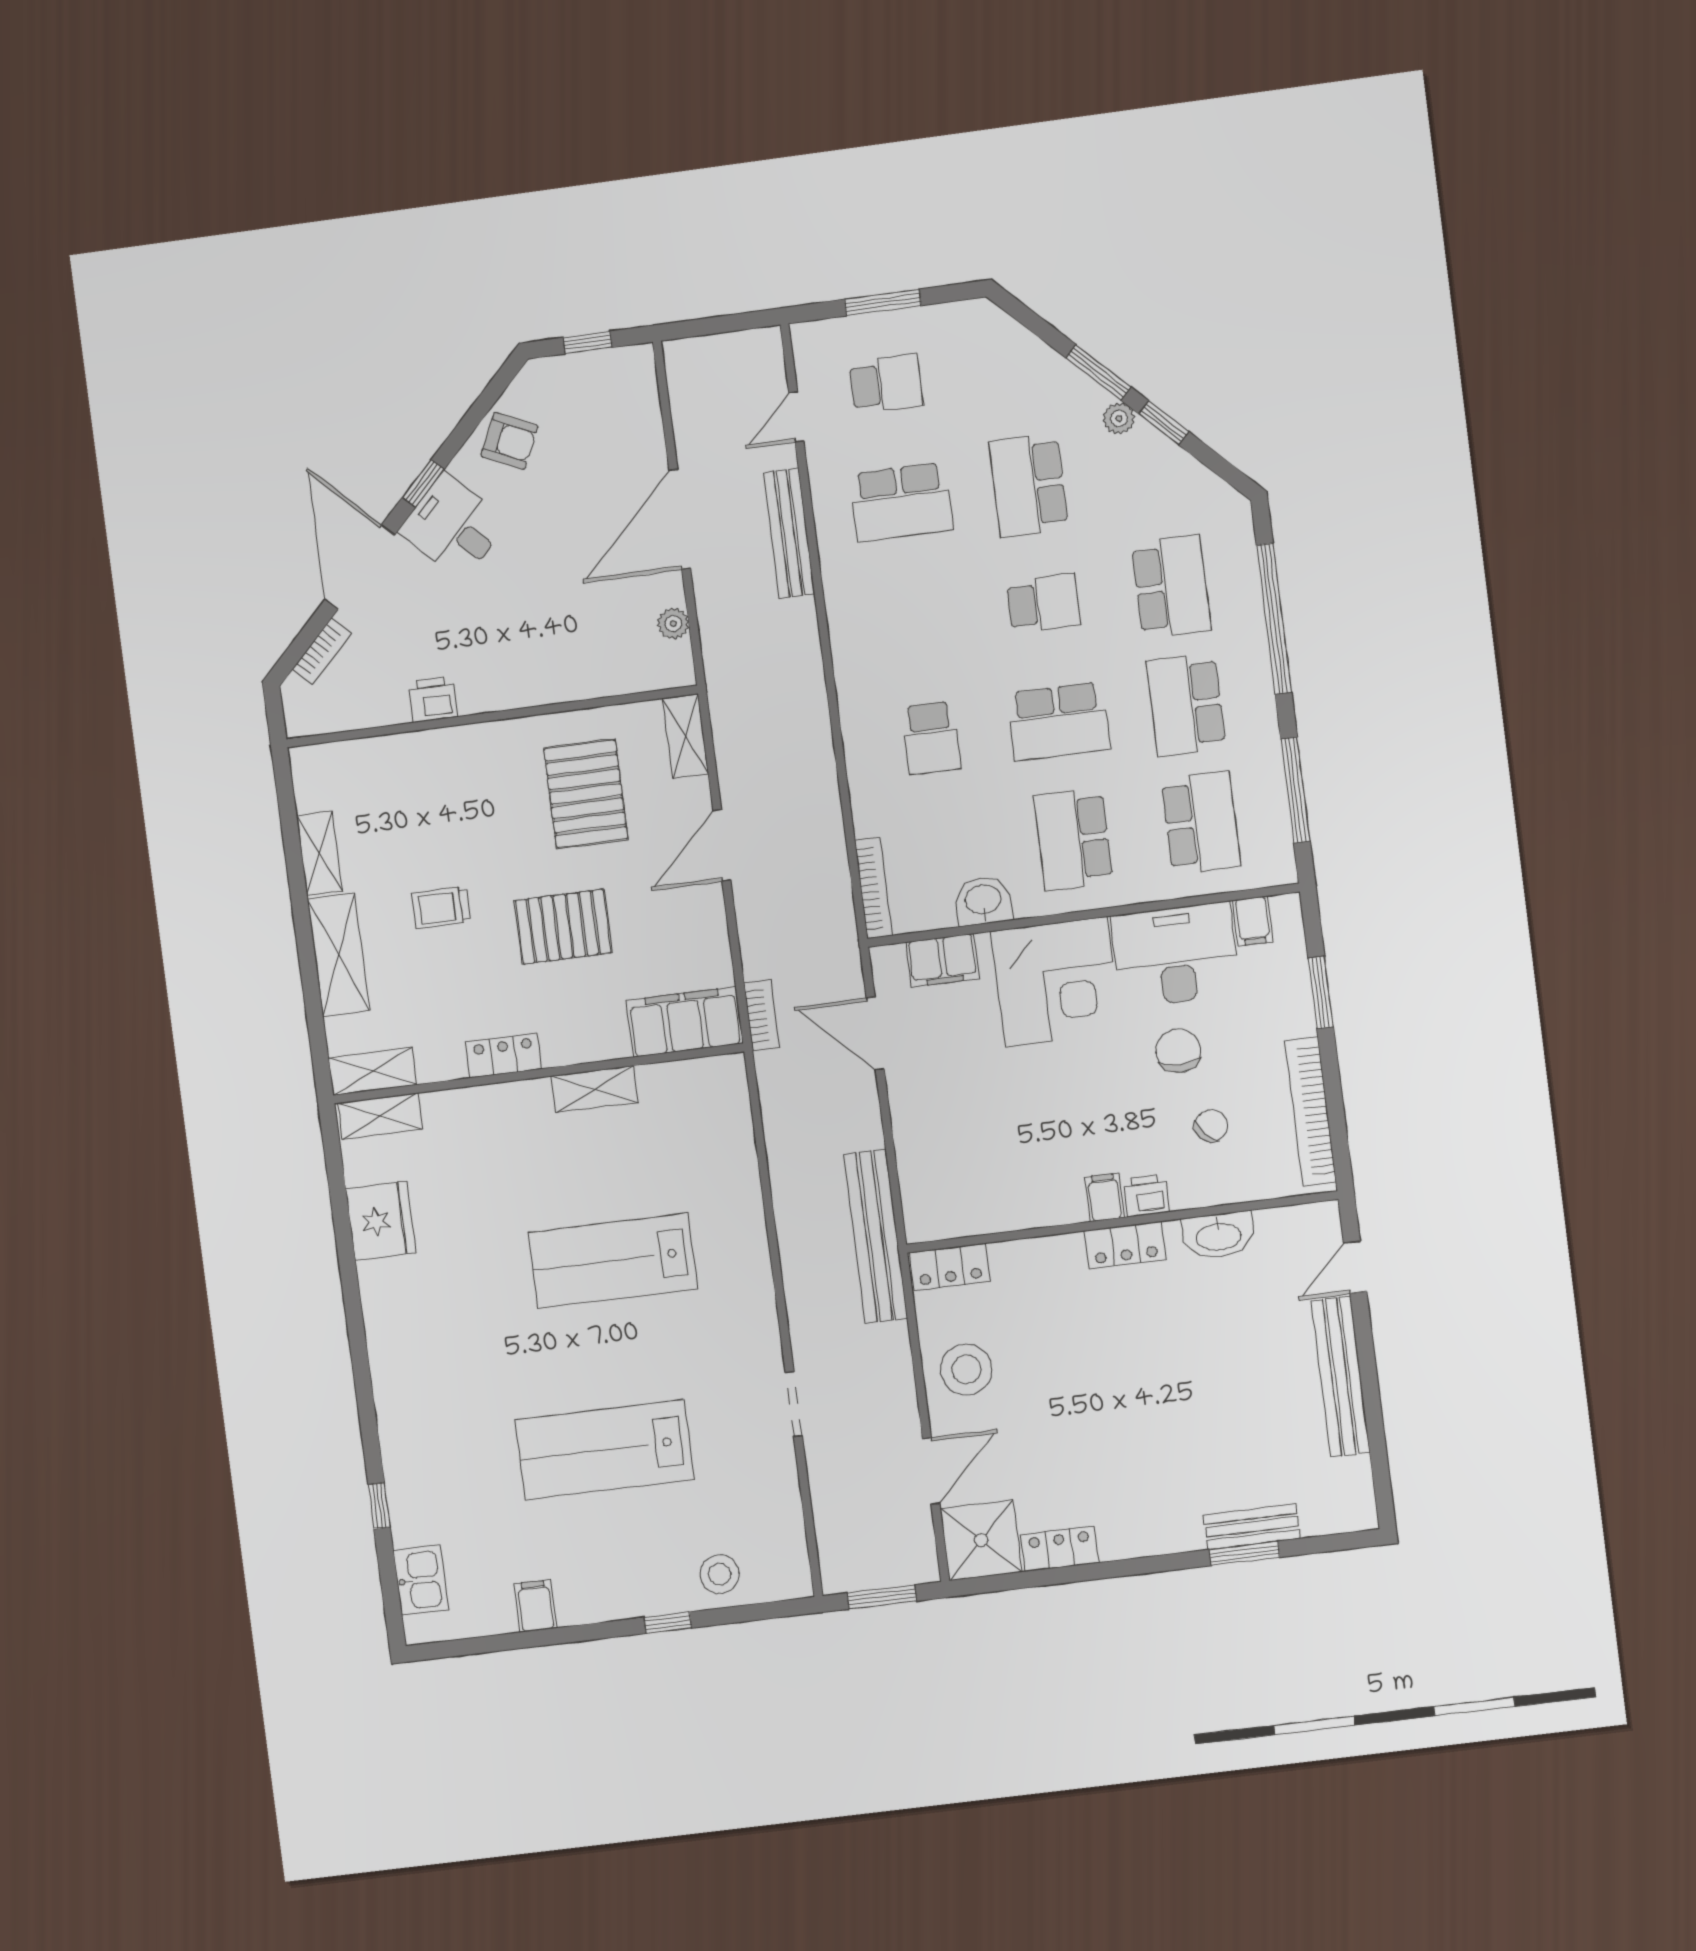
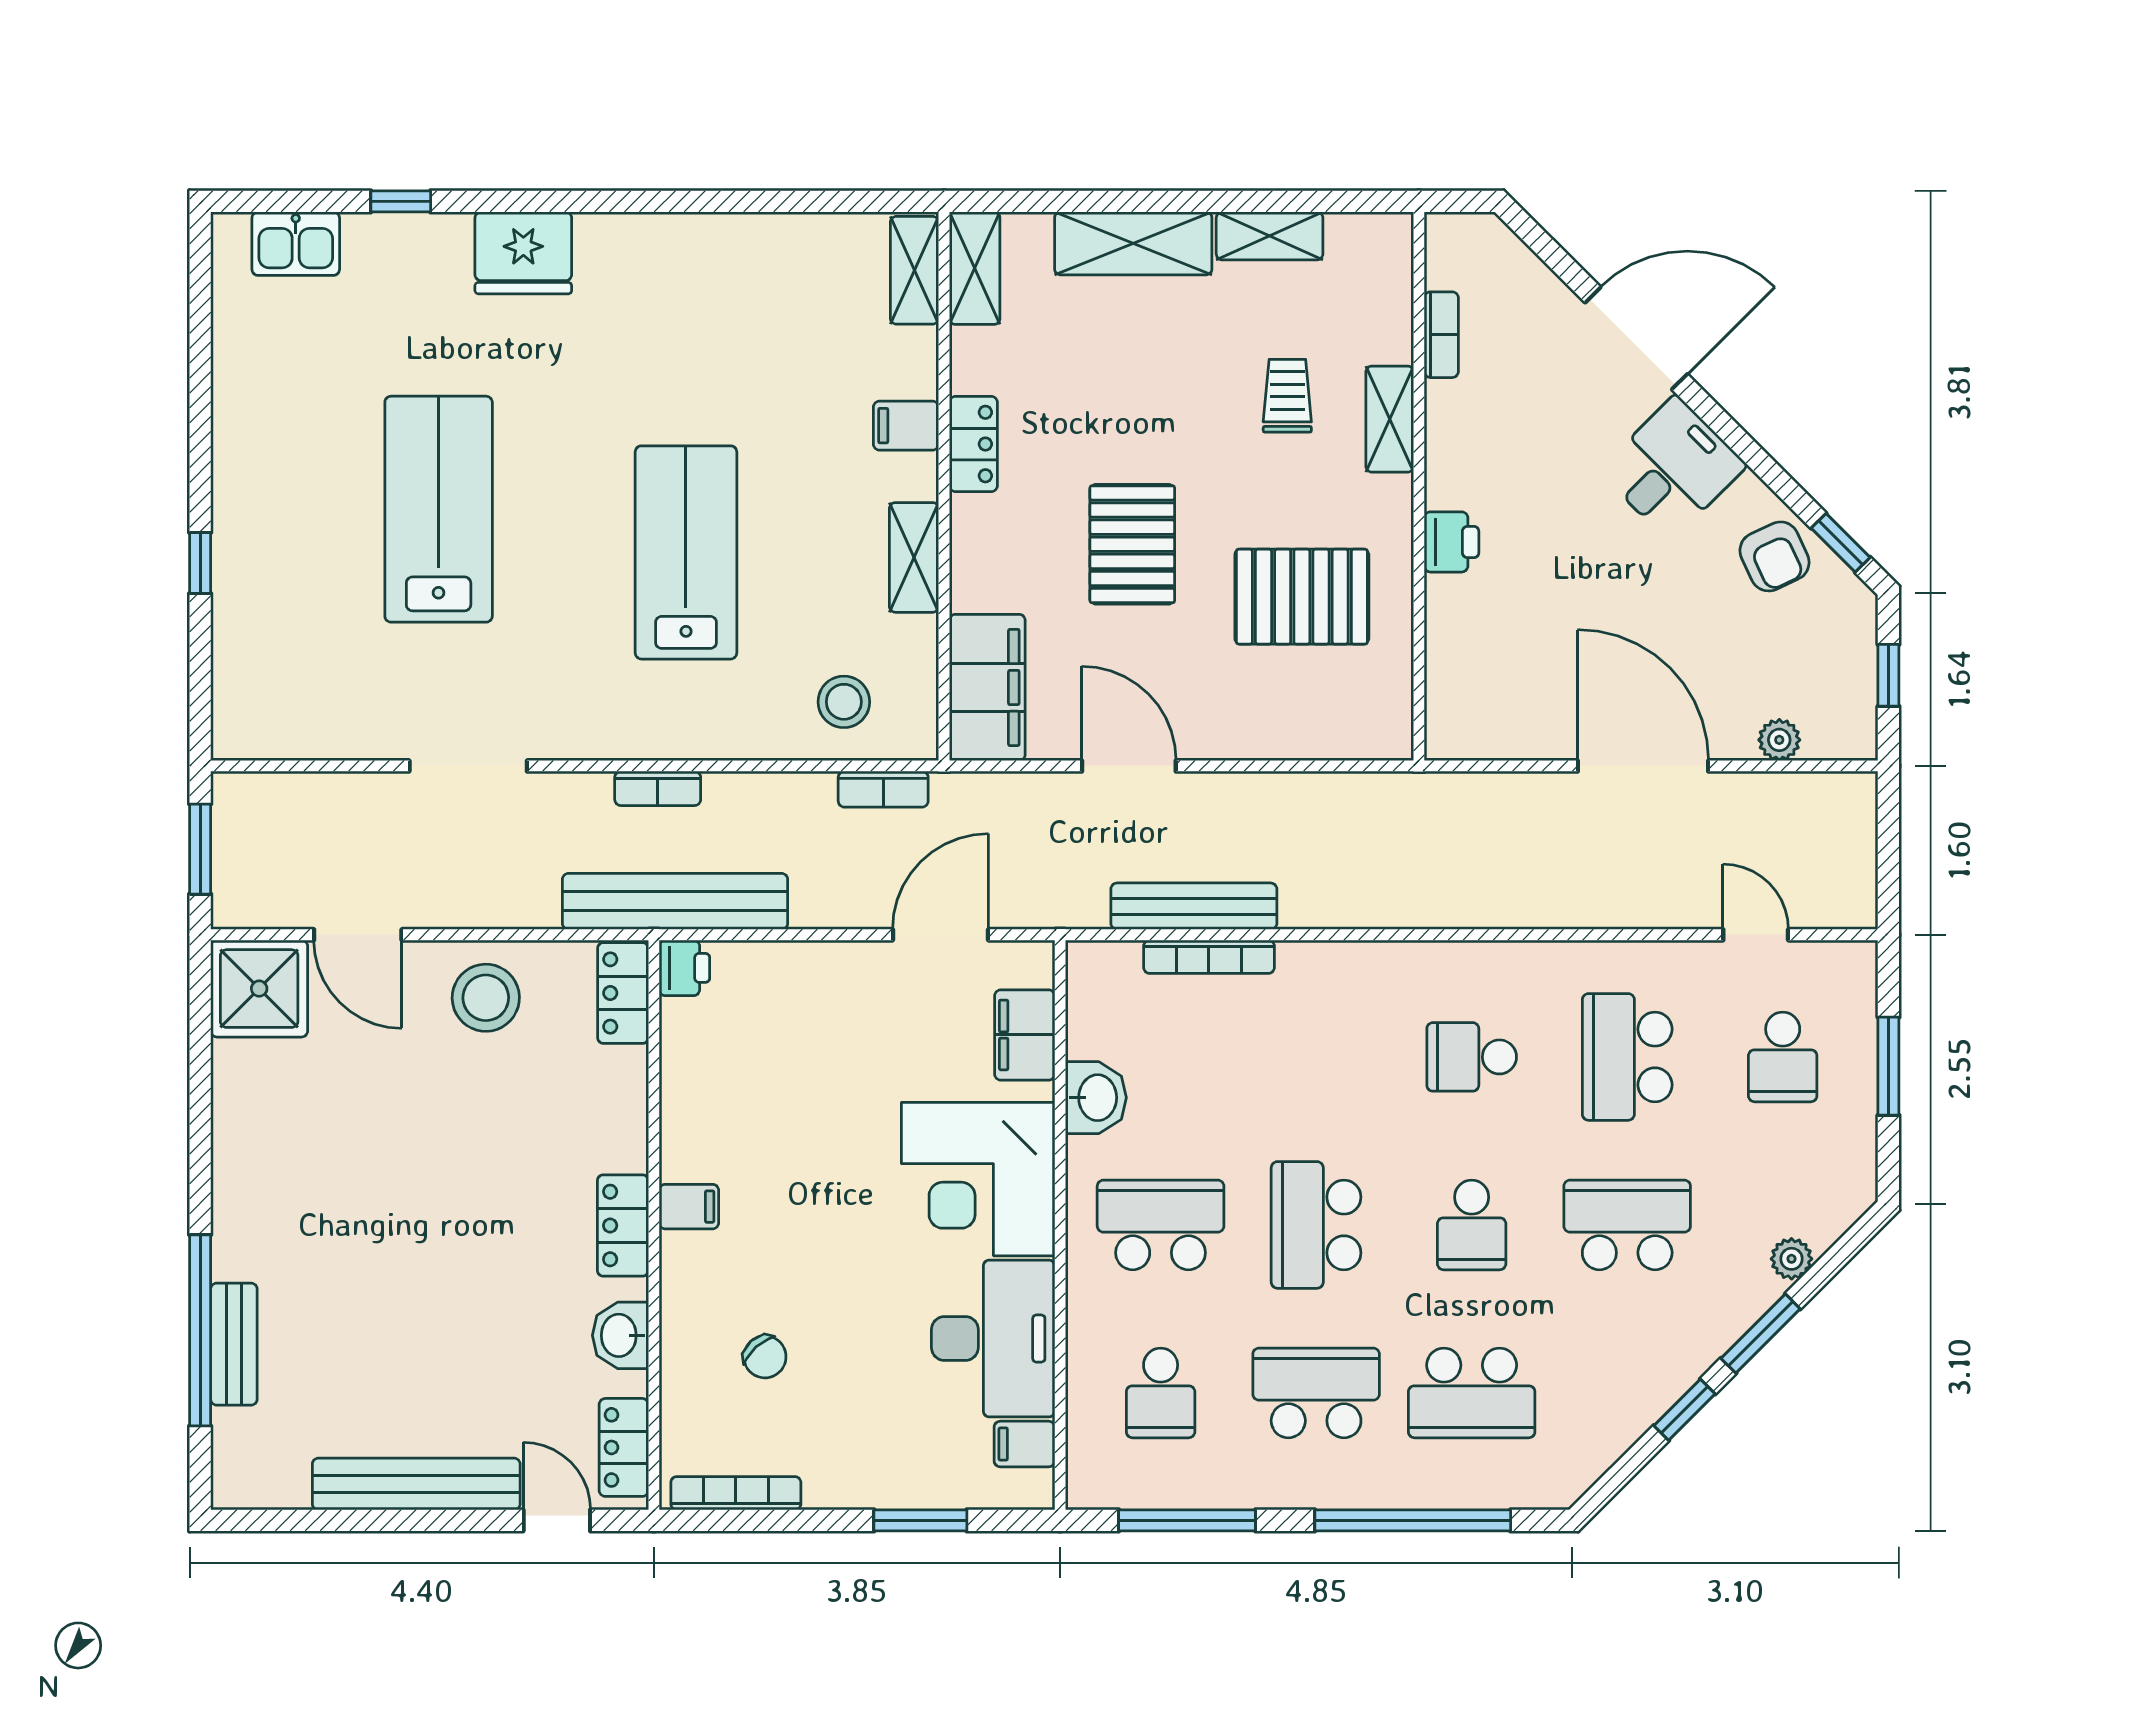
plant: (1119, 418) -> (1792, 1259), moved
armchair: (509, 441) -> (1775, 556), turned -50
window: (423, 483) -> (1841, 543), moved
bench: (789, 533) -> (1194, 906), moved
plant: (673, 624) -> (1779, 740), moved
bookcase: (322, 652) -> (1441, 335), moved, turned -135
printer: (433, 699) -> (1451, 542), moved
shelving: (685, 736) -> (1390, 419), moved, turned 90
school desk: (931, 738) -> (1472, 1057), moved
school desk: (1201, 823) -> (1161, 1393), width x0.54
door: (722, 845) -> (1129, 766), moved
bookcase: (873, 888) -> (1209, 957), moved
trolley: (441, 908) -> (1287, 396), moved
bookcase: (761, 1015) -> (883, 789), moved
chair: (1178, 1051) -> (868, 1327), removed
bookcase: (1311, 1112) -> (736, 1493), width x0.68, depth x0.76
printer: (1146, 1195) -> (684, 968), moved
fridge: (381, 1221) -> (523, 253), moved
washbasin: (1218, 1236) -> (620, 1335), width x0.72
bookcase: (792, 1260) -> (658, 788), added
doorway: (794, 1404) -> (468, 766), width x1.38
locker: (1060, 1549) -> (624, 1447), moved, turned 180
window: (1245, 1553) -> (200, 1330), width x2.11
stool: (720, 1574) -> (844, 702), moved
filing cabinet: (535, 1606) -> (906, 426), moved, turned 180

